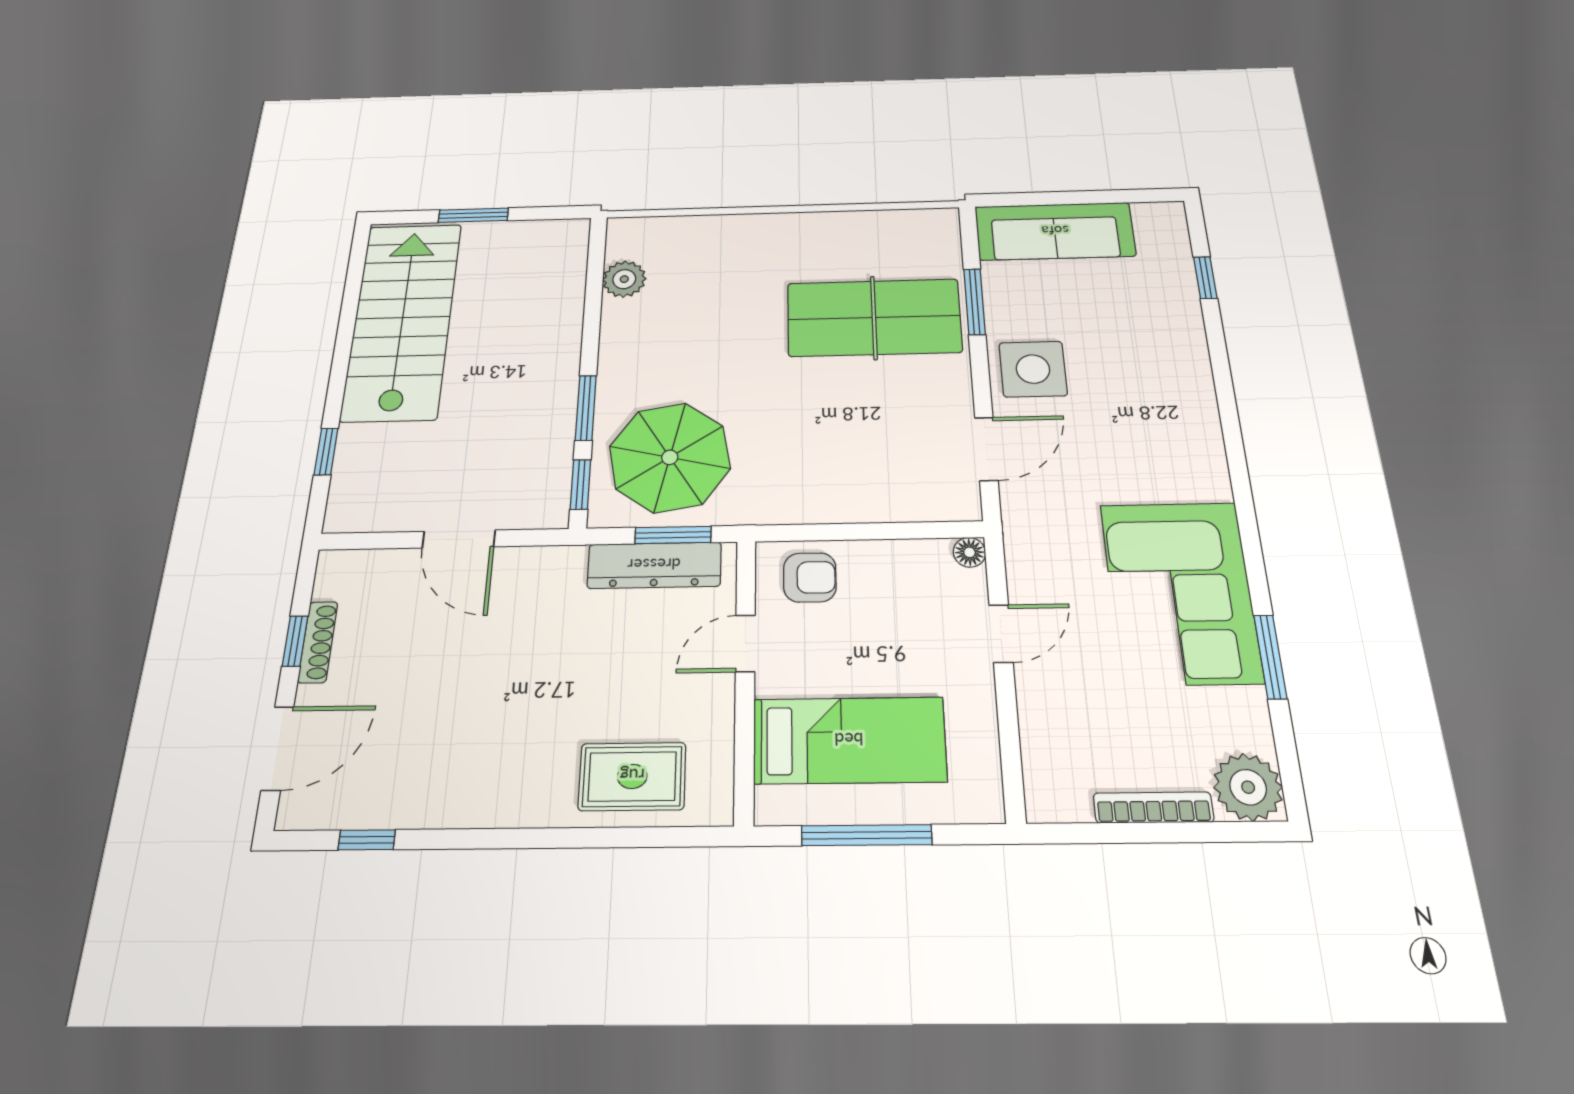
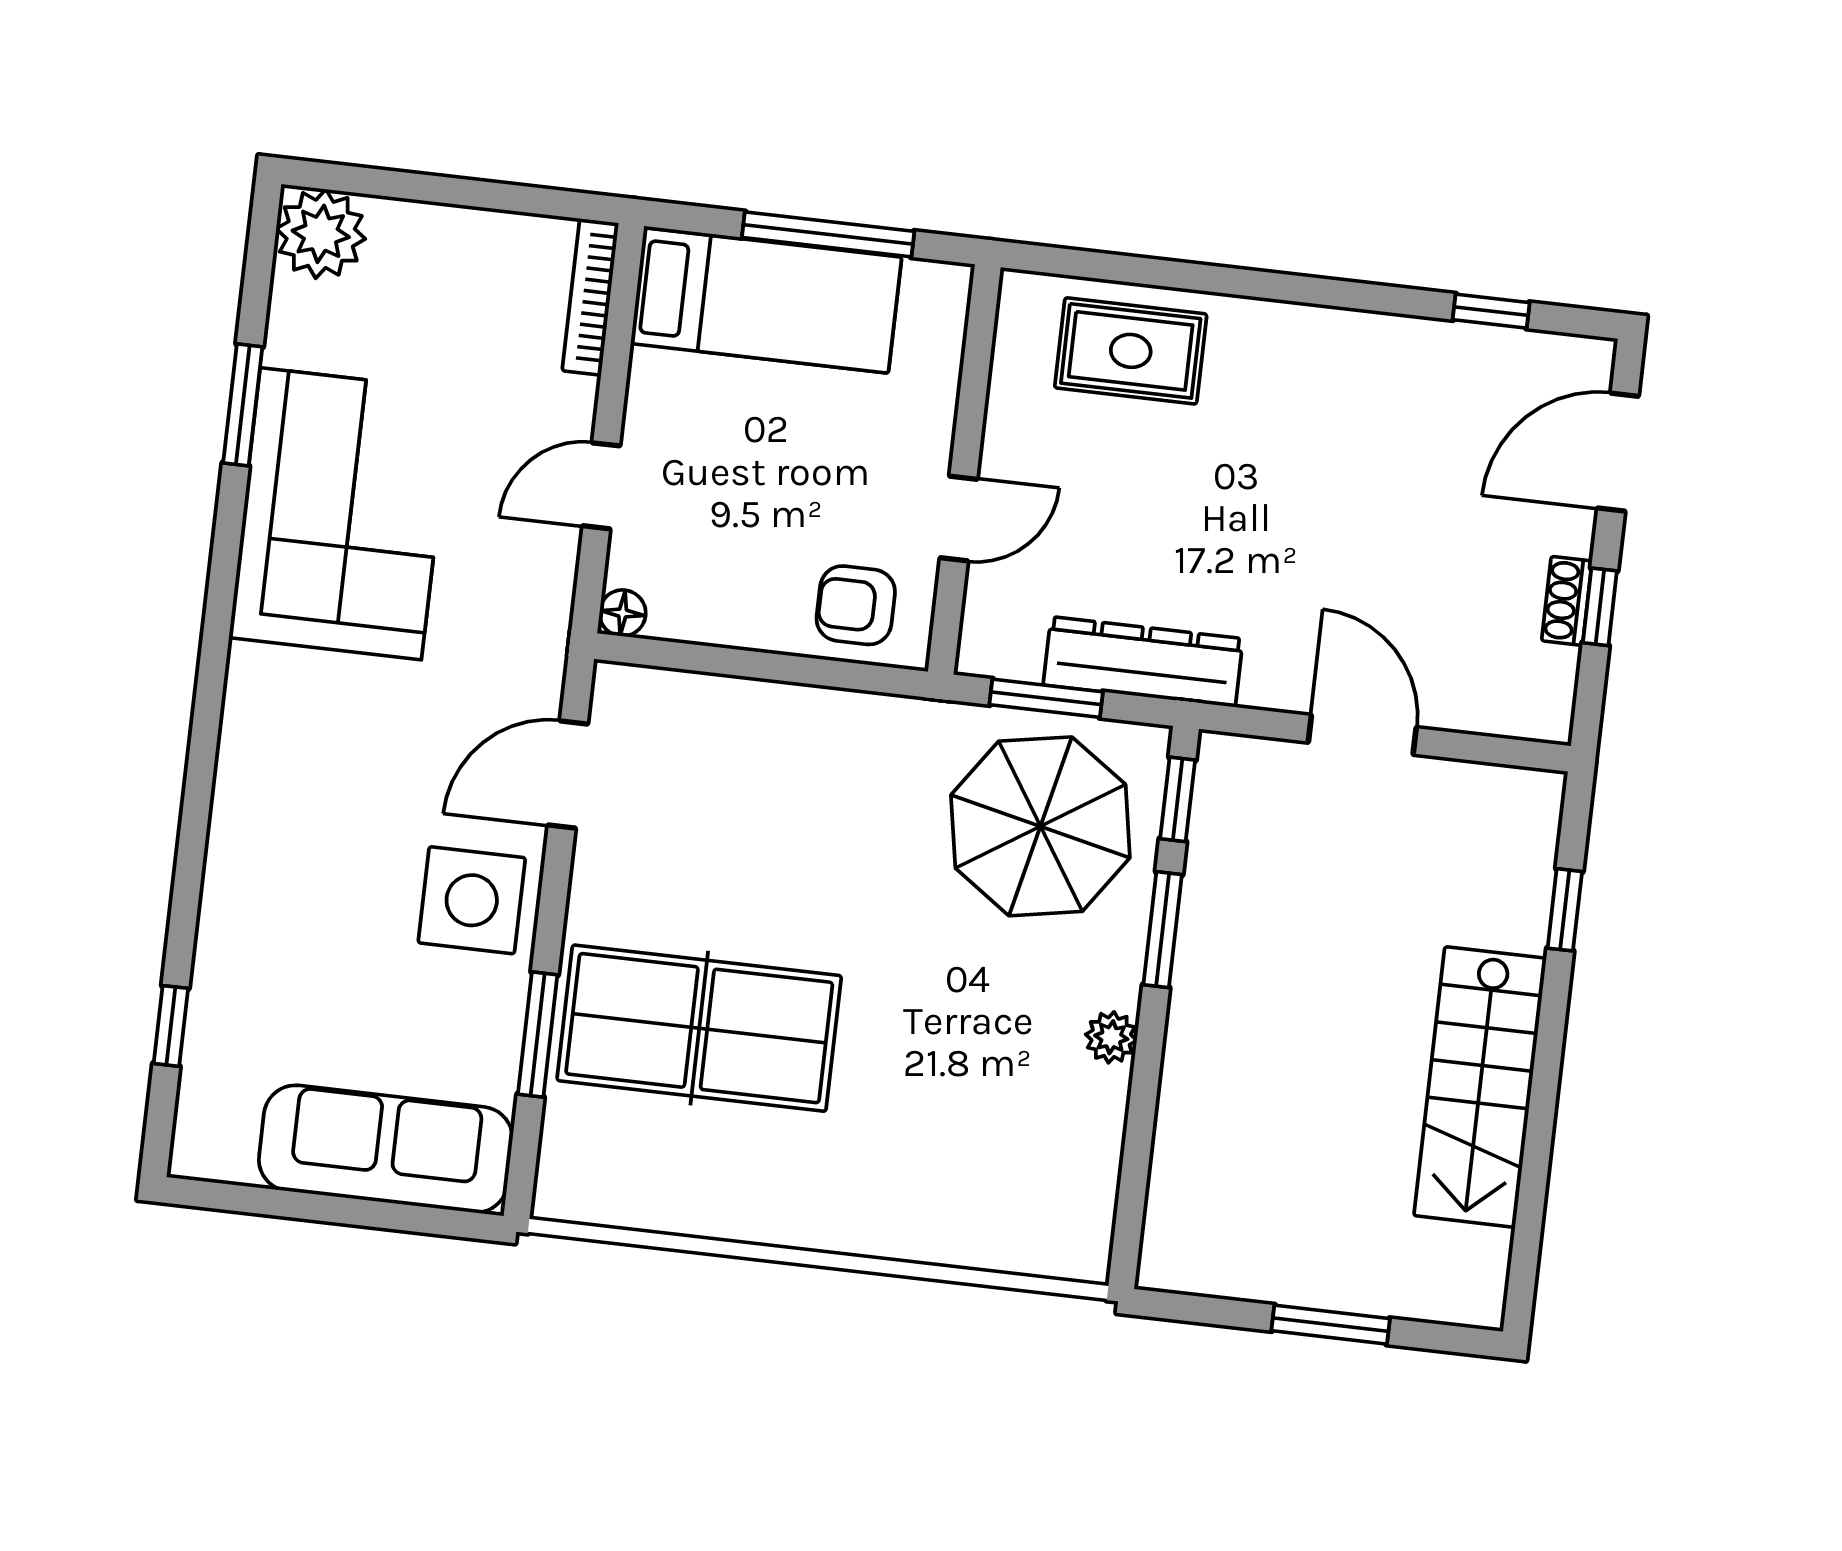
plant: (624, 279) -> (1111, 1037), moved, width x0.73, depth x0.73
stairs: (402, 320) -> (1480, 1087), width x0.73, depth x0.66
dresser: (654, 565) -> (1143, 662), moved
shoe rack: (318, 642) -> (1567, 601), width x0.70
bed: (849, 740) -> (766, 300), moved, turned 180
bookcase: (1153, 807) -> (590, 297), moved, turned 90

